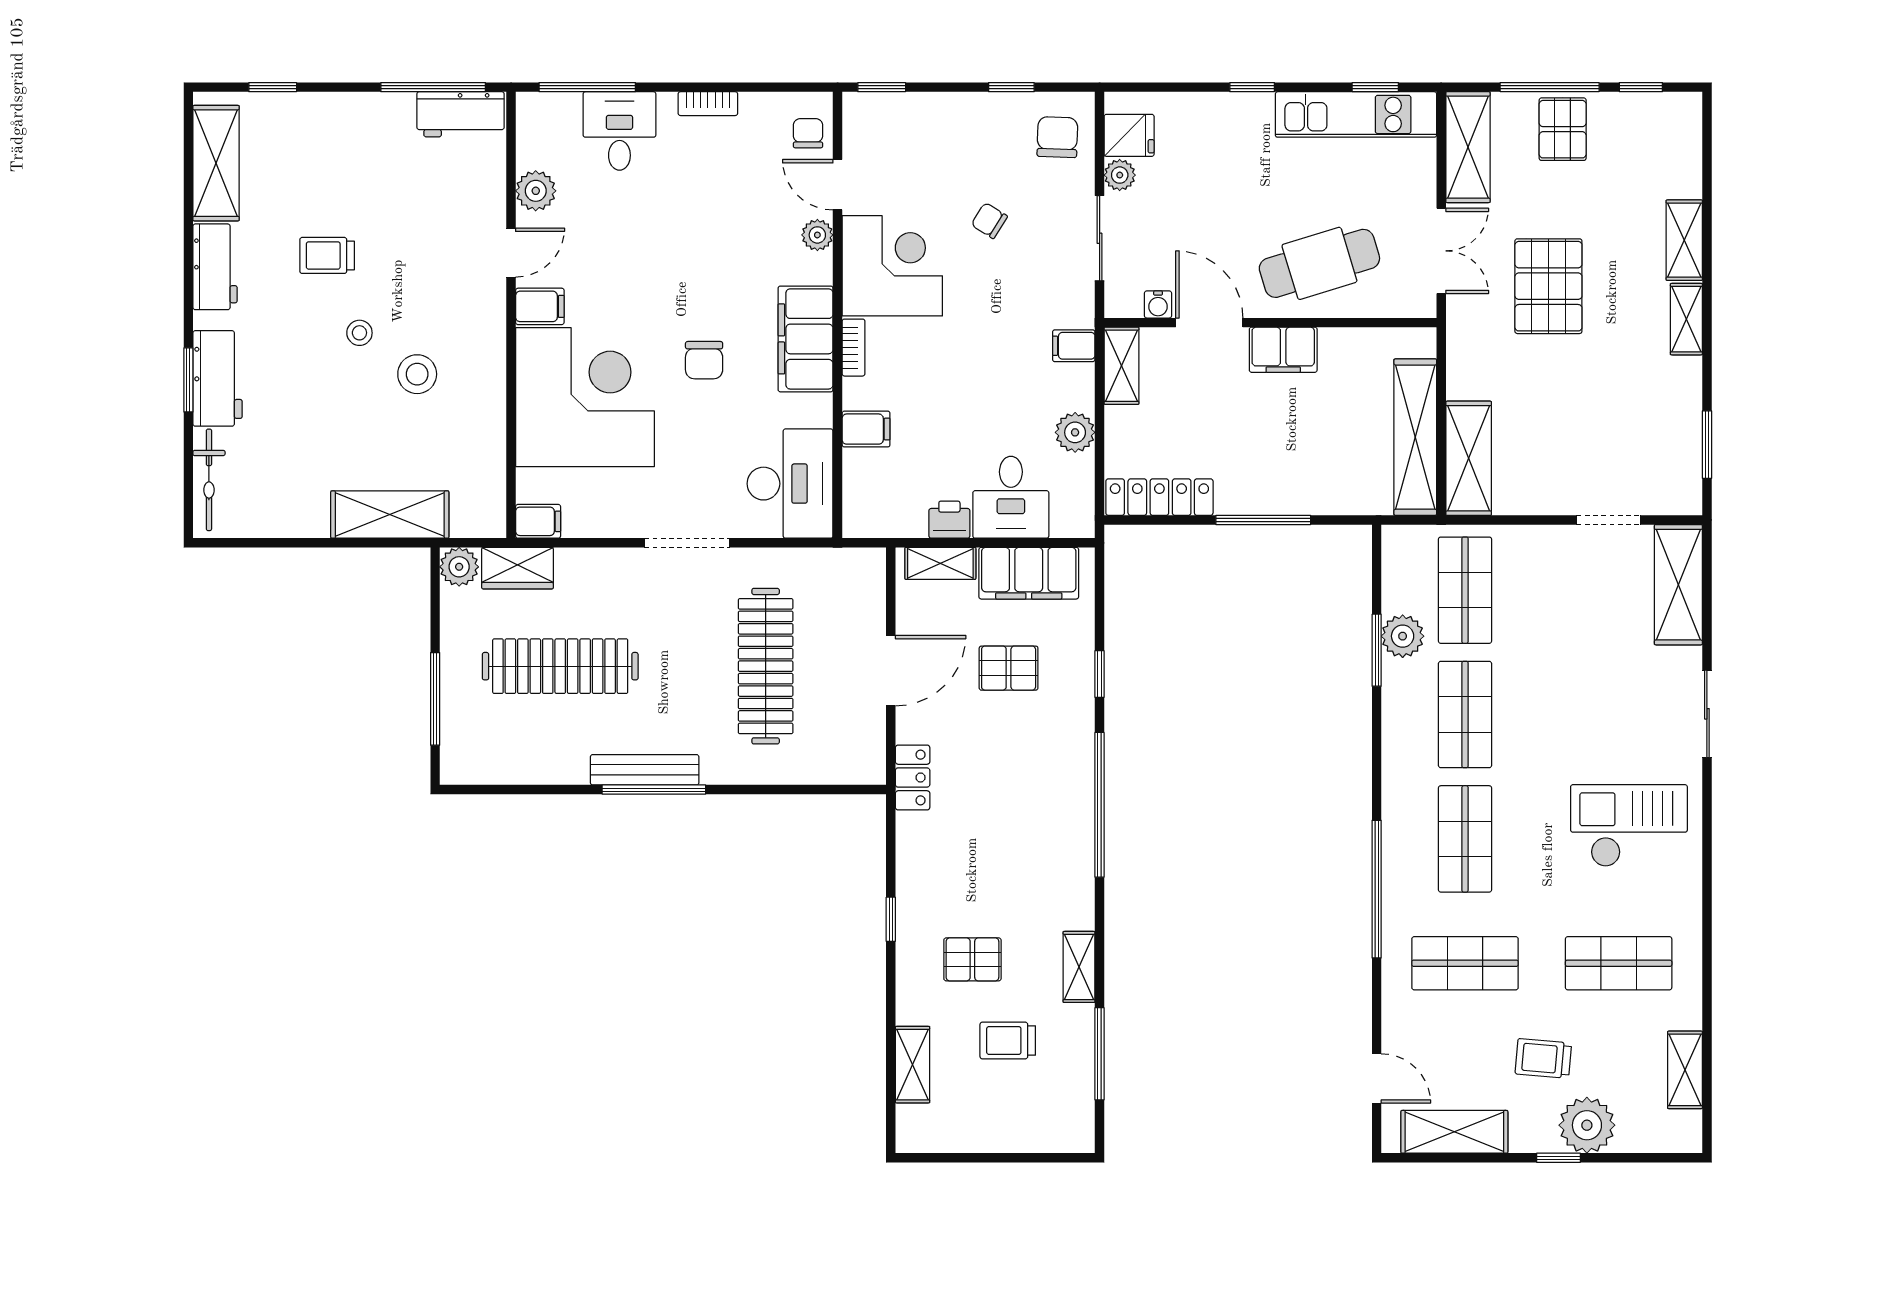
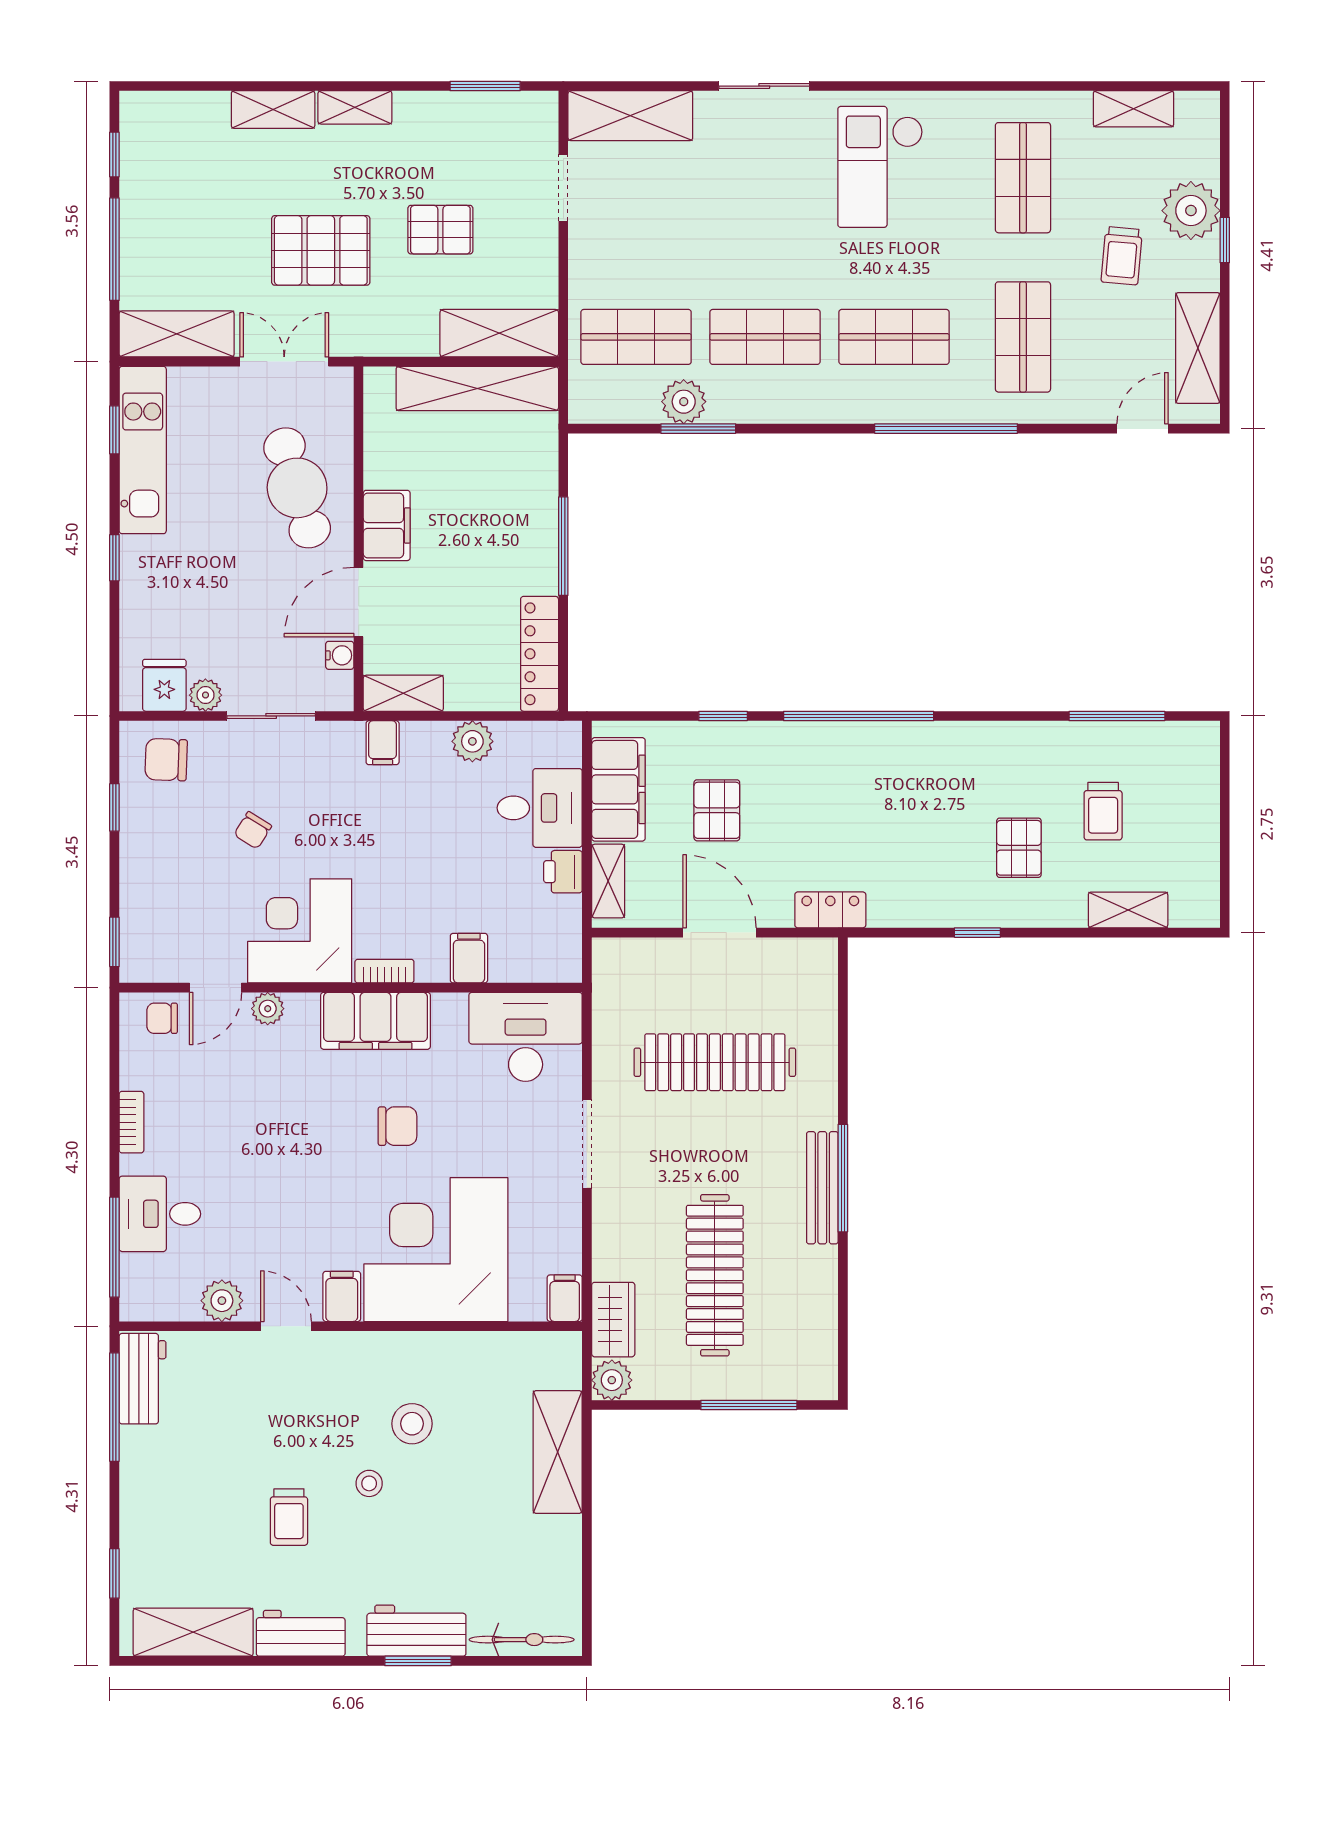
pallet: (1563, 129) -> (440, 230), moved
shelving: (1079, 967) -> (1027, 737), removed

